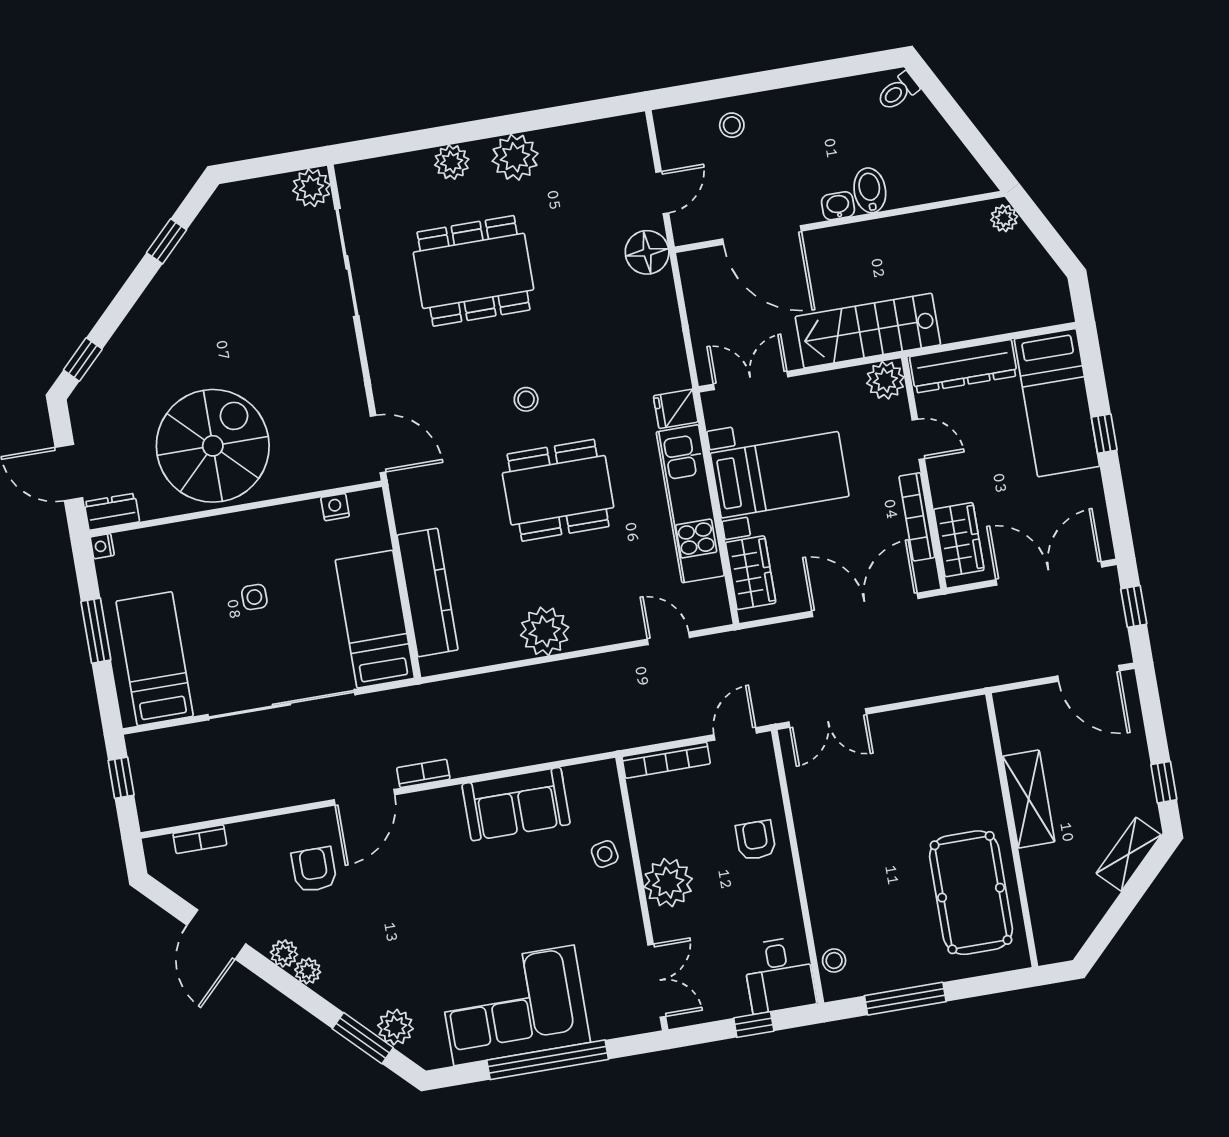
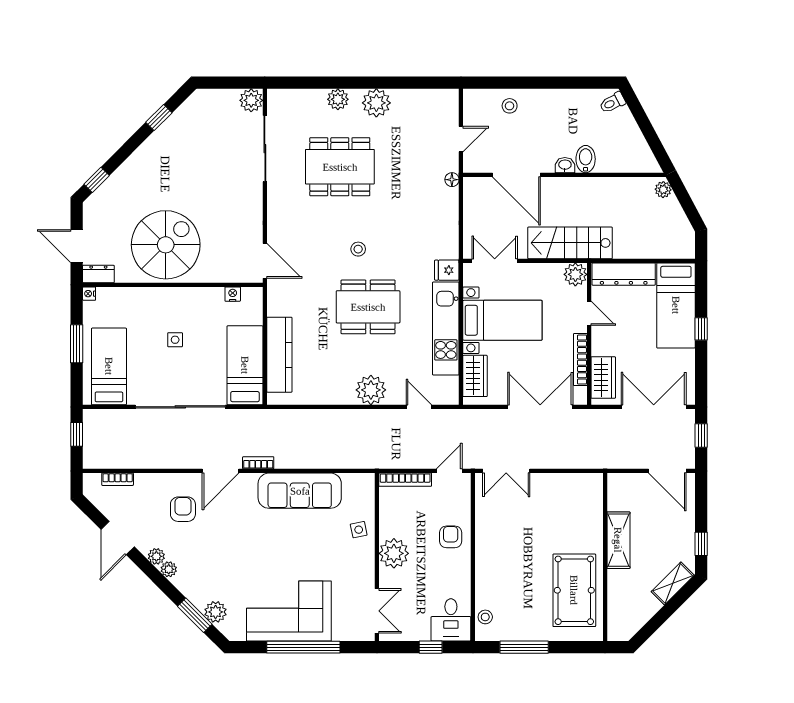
floor lamp: (647, 252) -> (452, 180), width x0.53, depth x0.53
plant: (545, 631) -> (371, 390), moved
sofa: (516, 804) -> (300, 491), width x1.36

